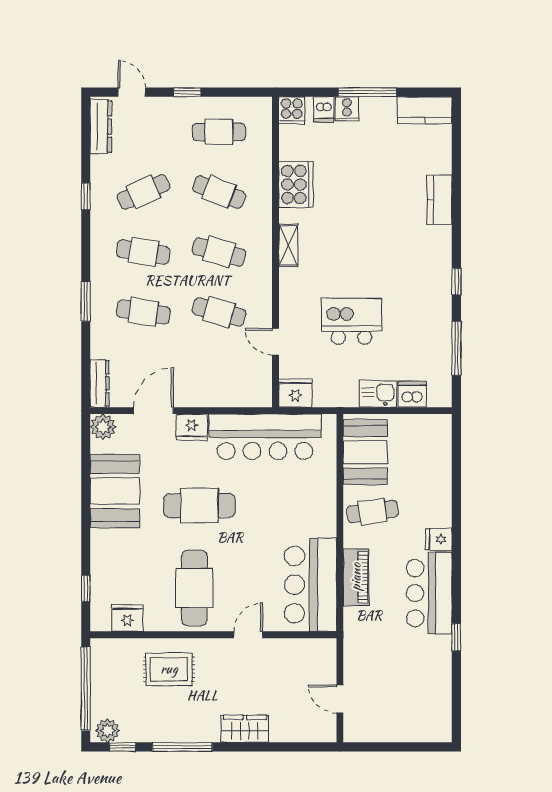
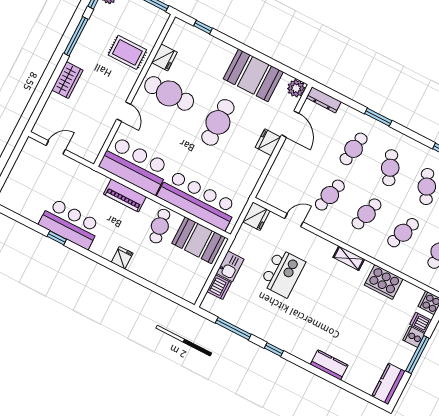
cafe table: (143, 252) -> (390, 168), turned -30
bar counter: (265, 437) -> (198, 200), moved, turned 90
bar counter: (429, 593) -> (70, 224), moved
fridge: (127, 618) -> (164, 57), moved
rug: (169, 669) -> (127, 52), turned 90

